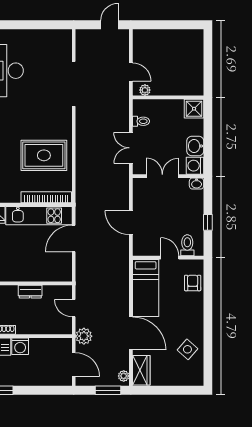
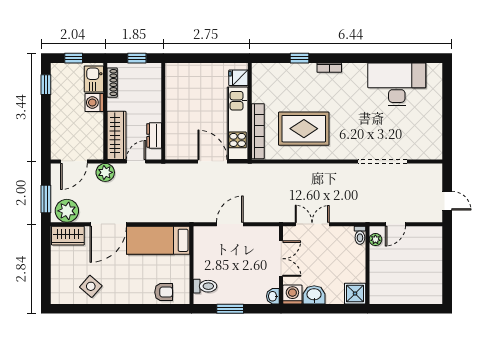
toilet: (141, 121) -> (360, 235), moved
rug: (44, 155) -> (304, 129), turned 90
window: (208, 222) -> (230, 309), width x1.50
door: (170, 258) -> (192, 267), removed
dresser: (30, 292) -> (154, 135), moved
wardrobe: (50, 326) -> (116, 135), added
plant: (124, 376) -> (67, 211), width x1.88, depth x1.88

